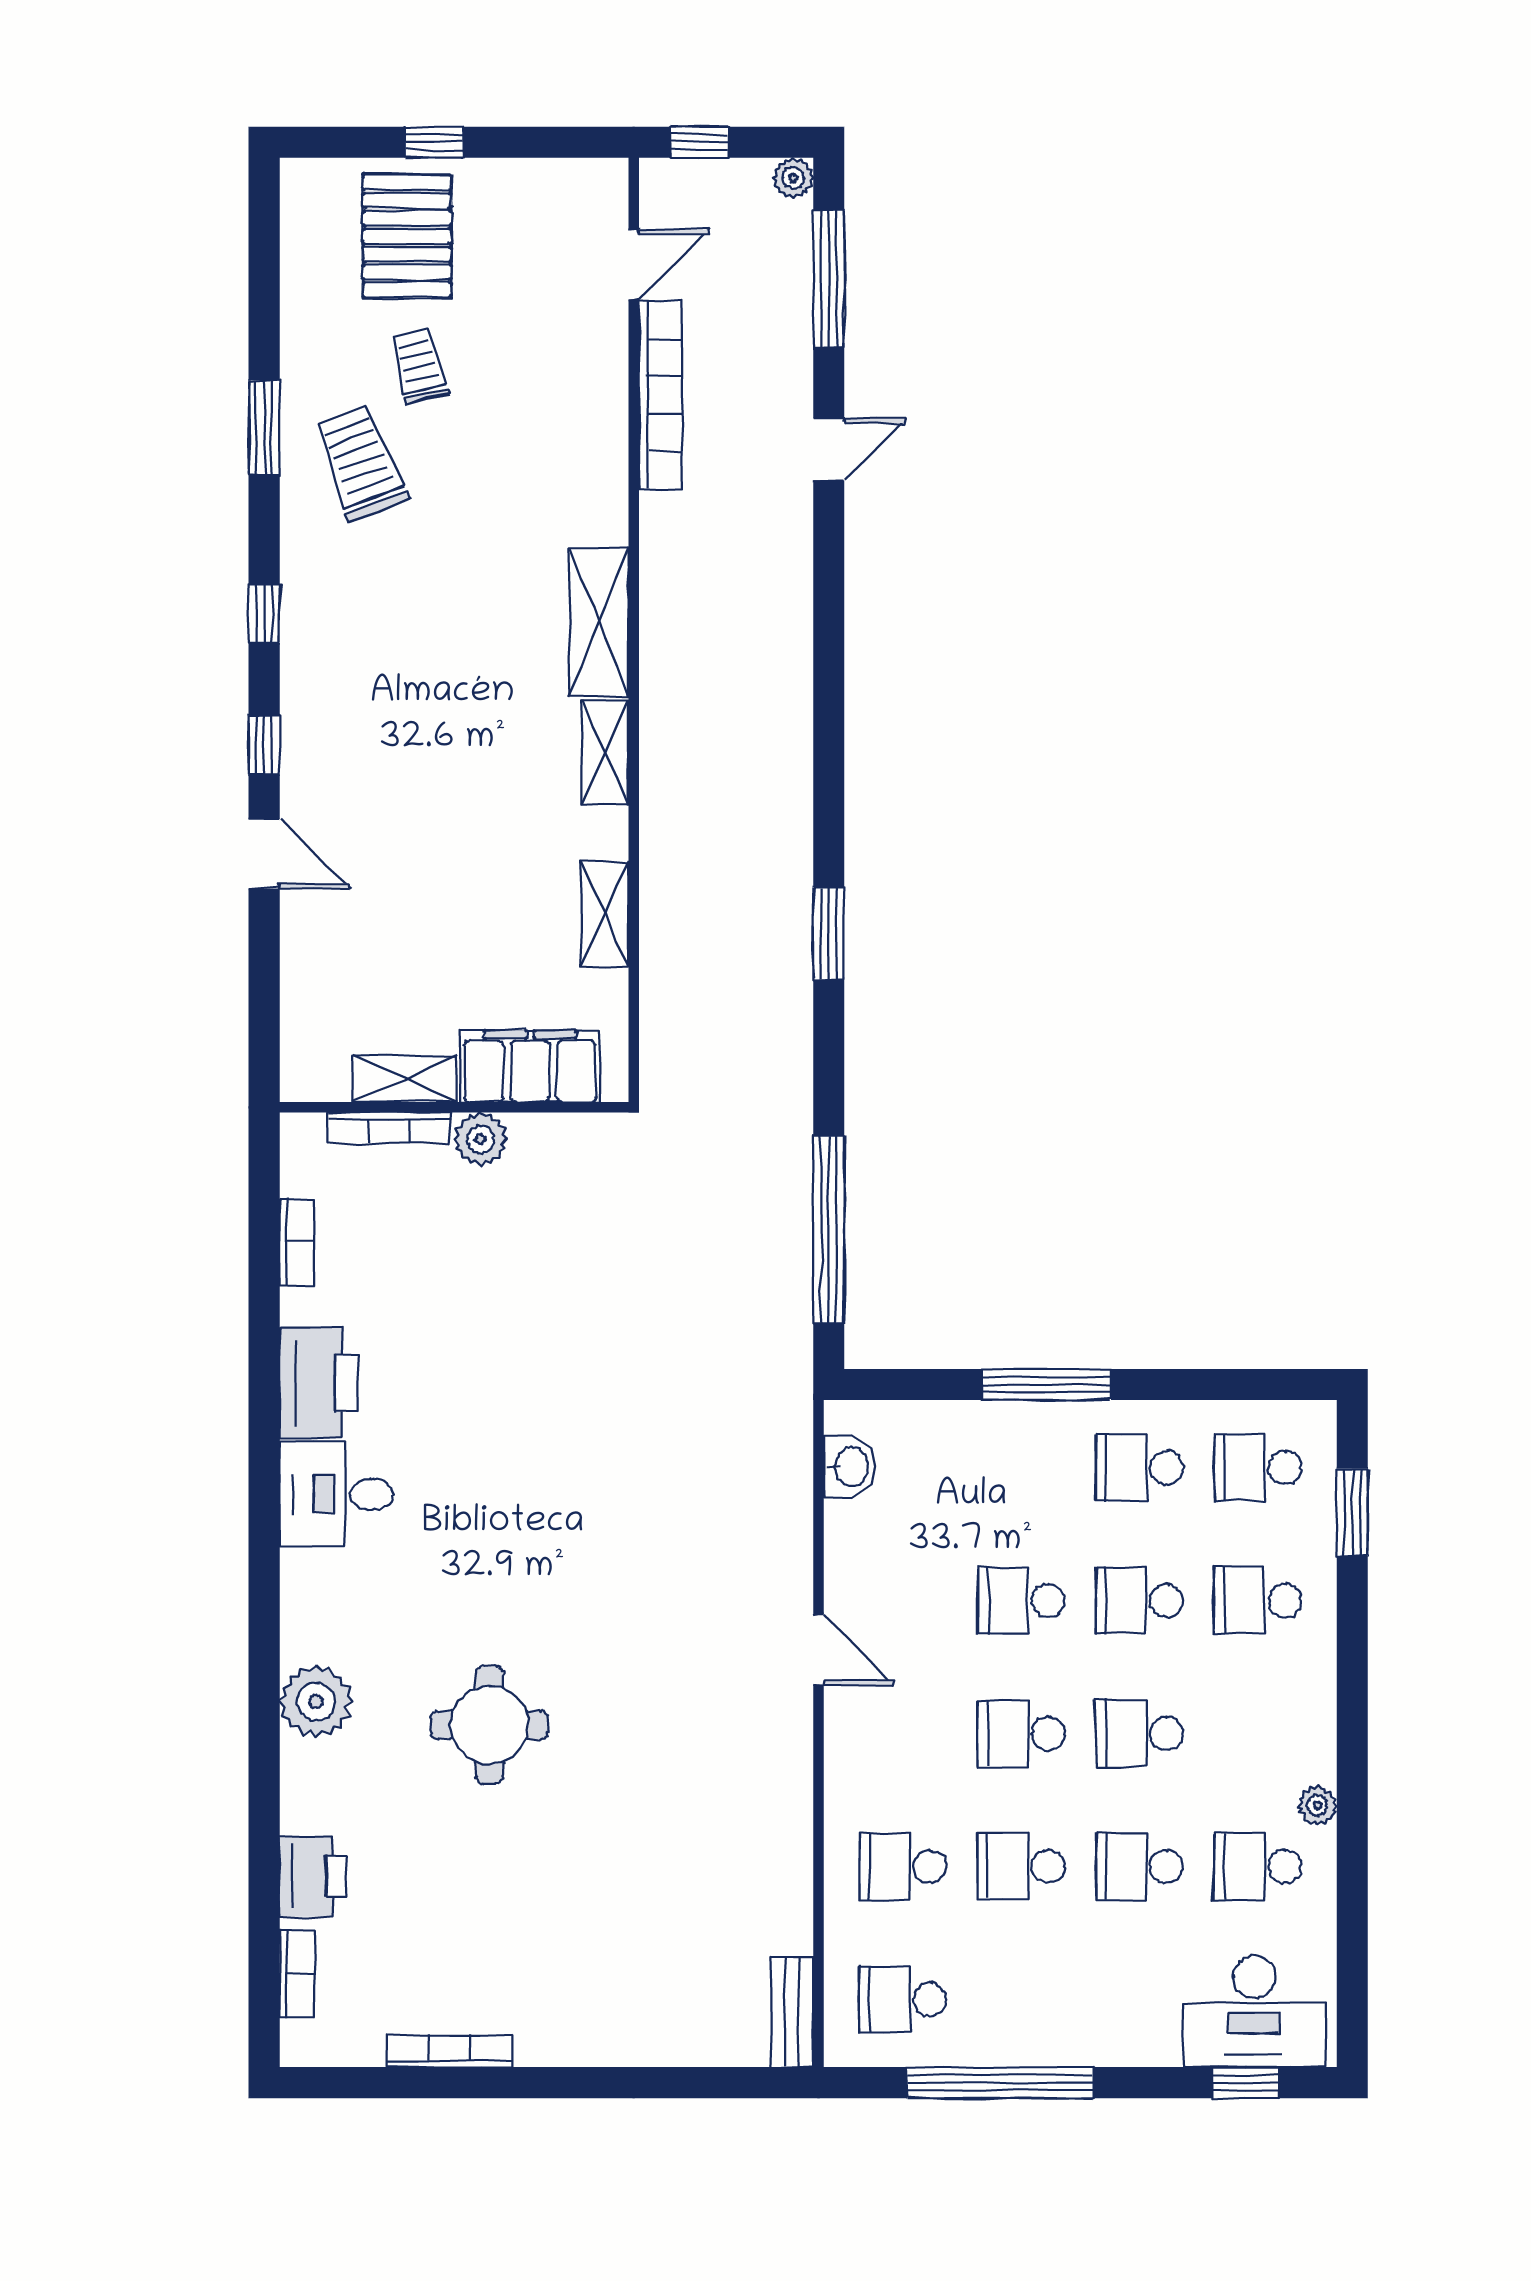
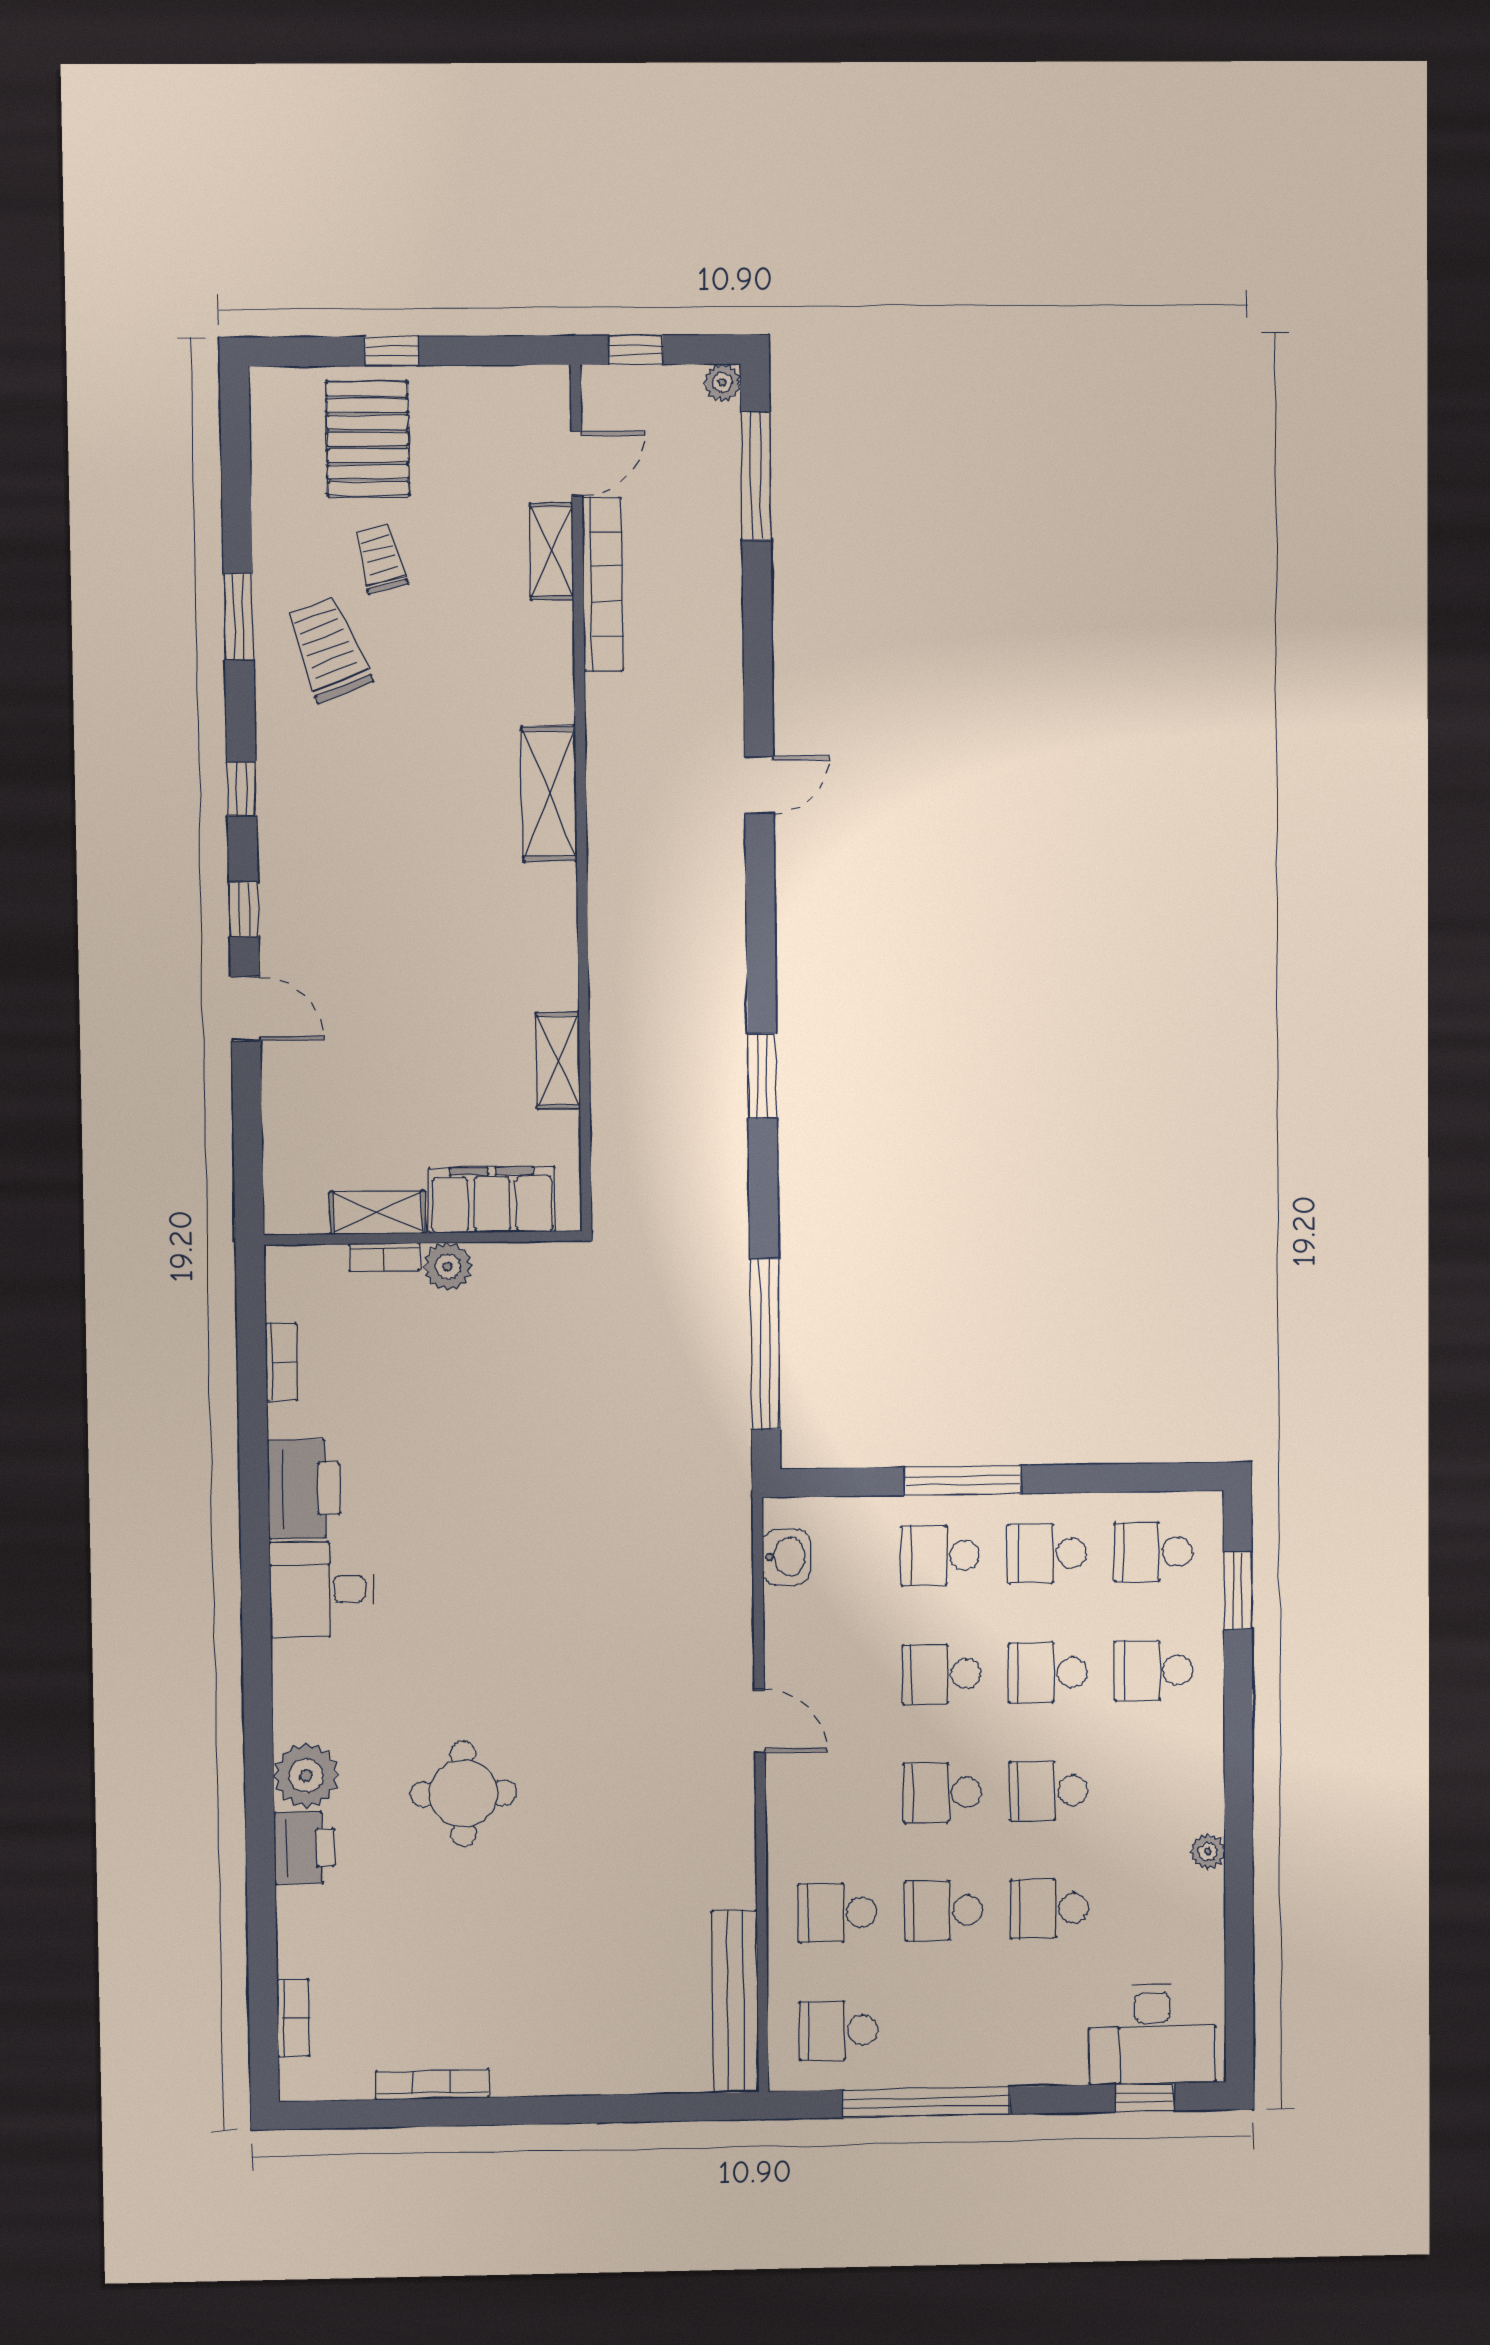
door: (829, 449) -> (759, 785), moved
shelving: (605, 752) -> (552, 551), moved
bookcase: (389, 1128) -> (384, 1257), width x0.64
school desk: (1258, 1867) -> (941, 1555), moved
printer: (313, 1876) -> (304, 1848), moved
bench: (792, 2012) -> (735, 2002), width x1.86, depth x1.21

